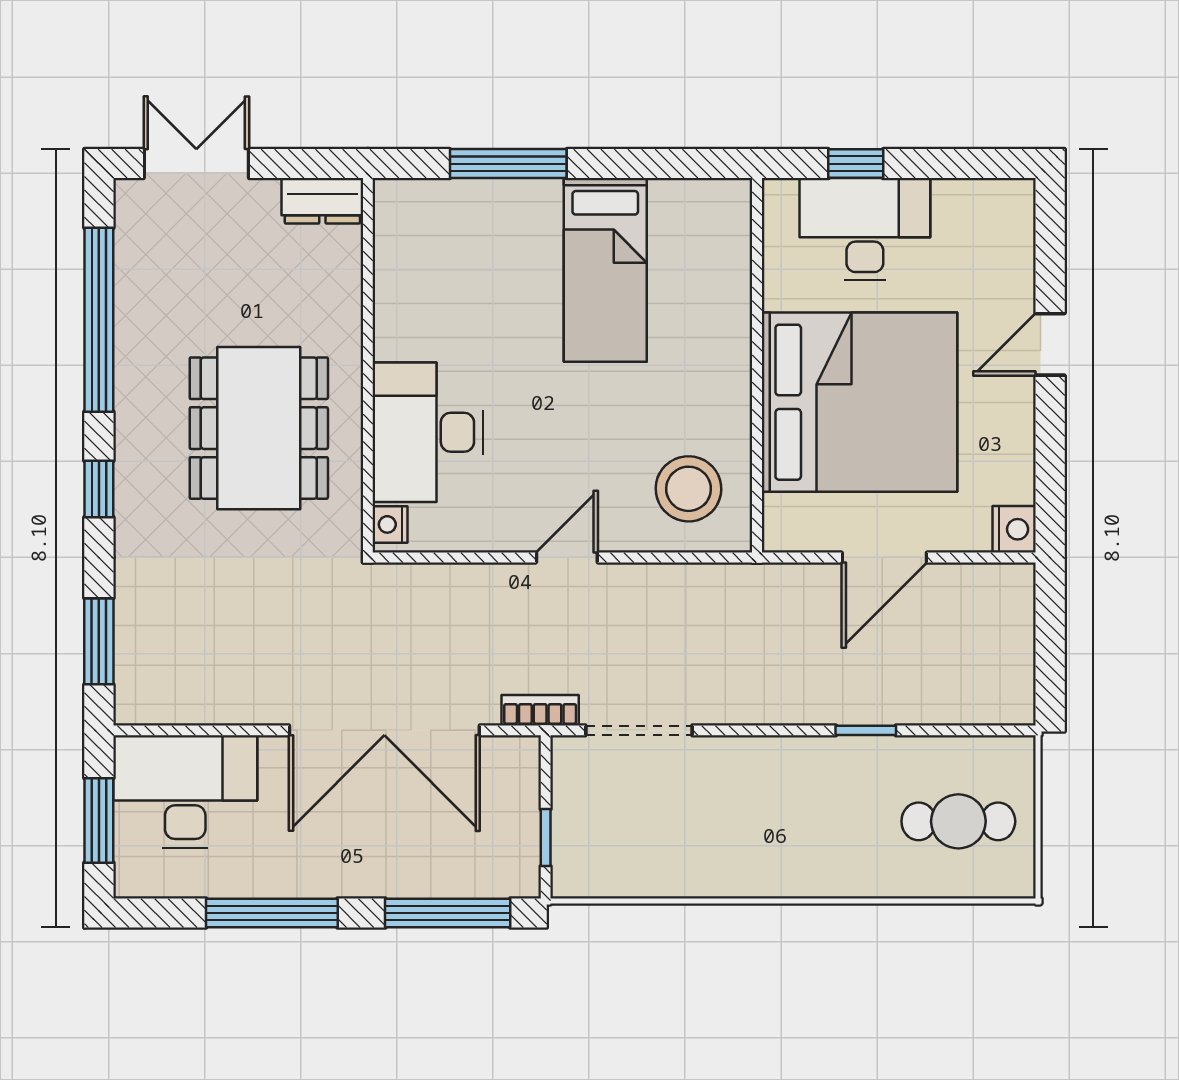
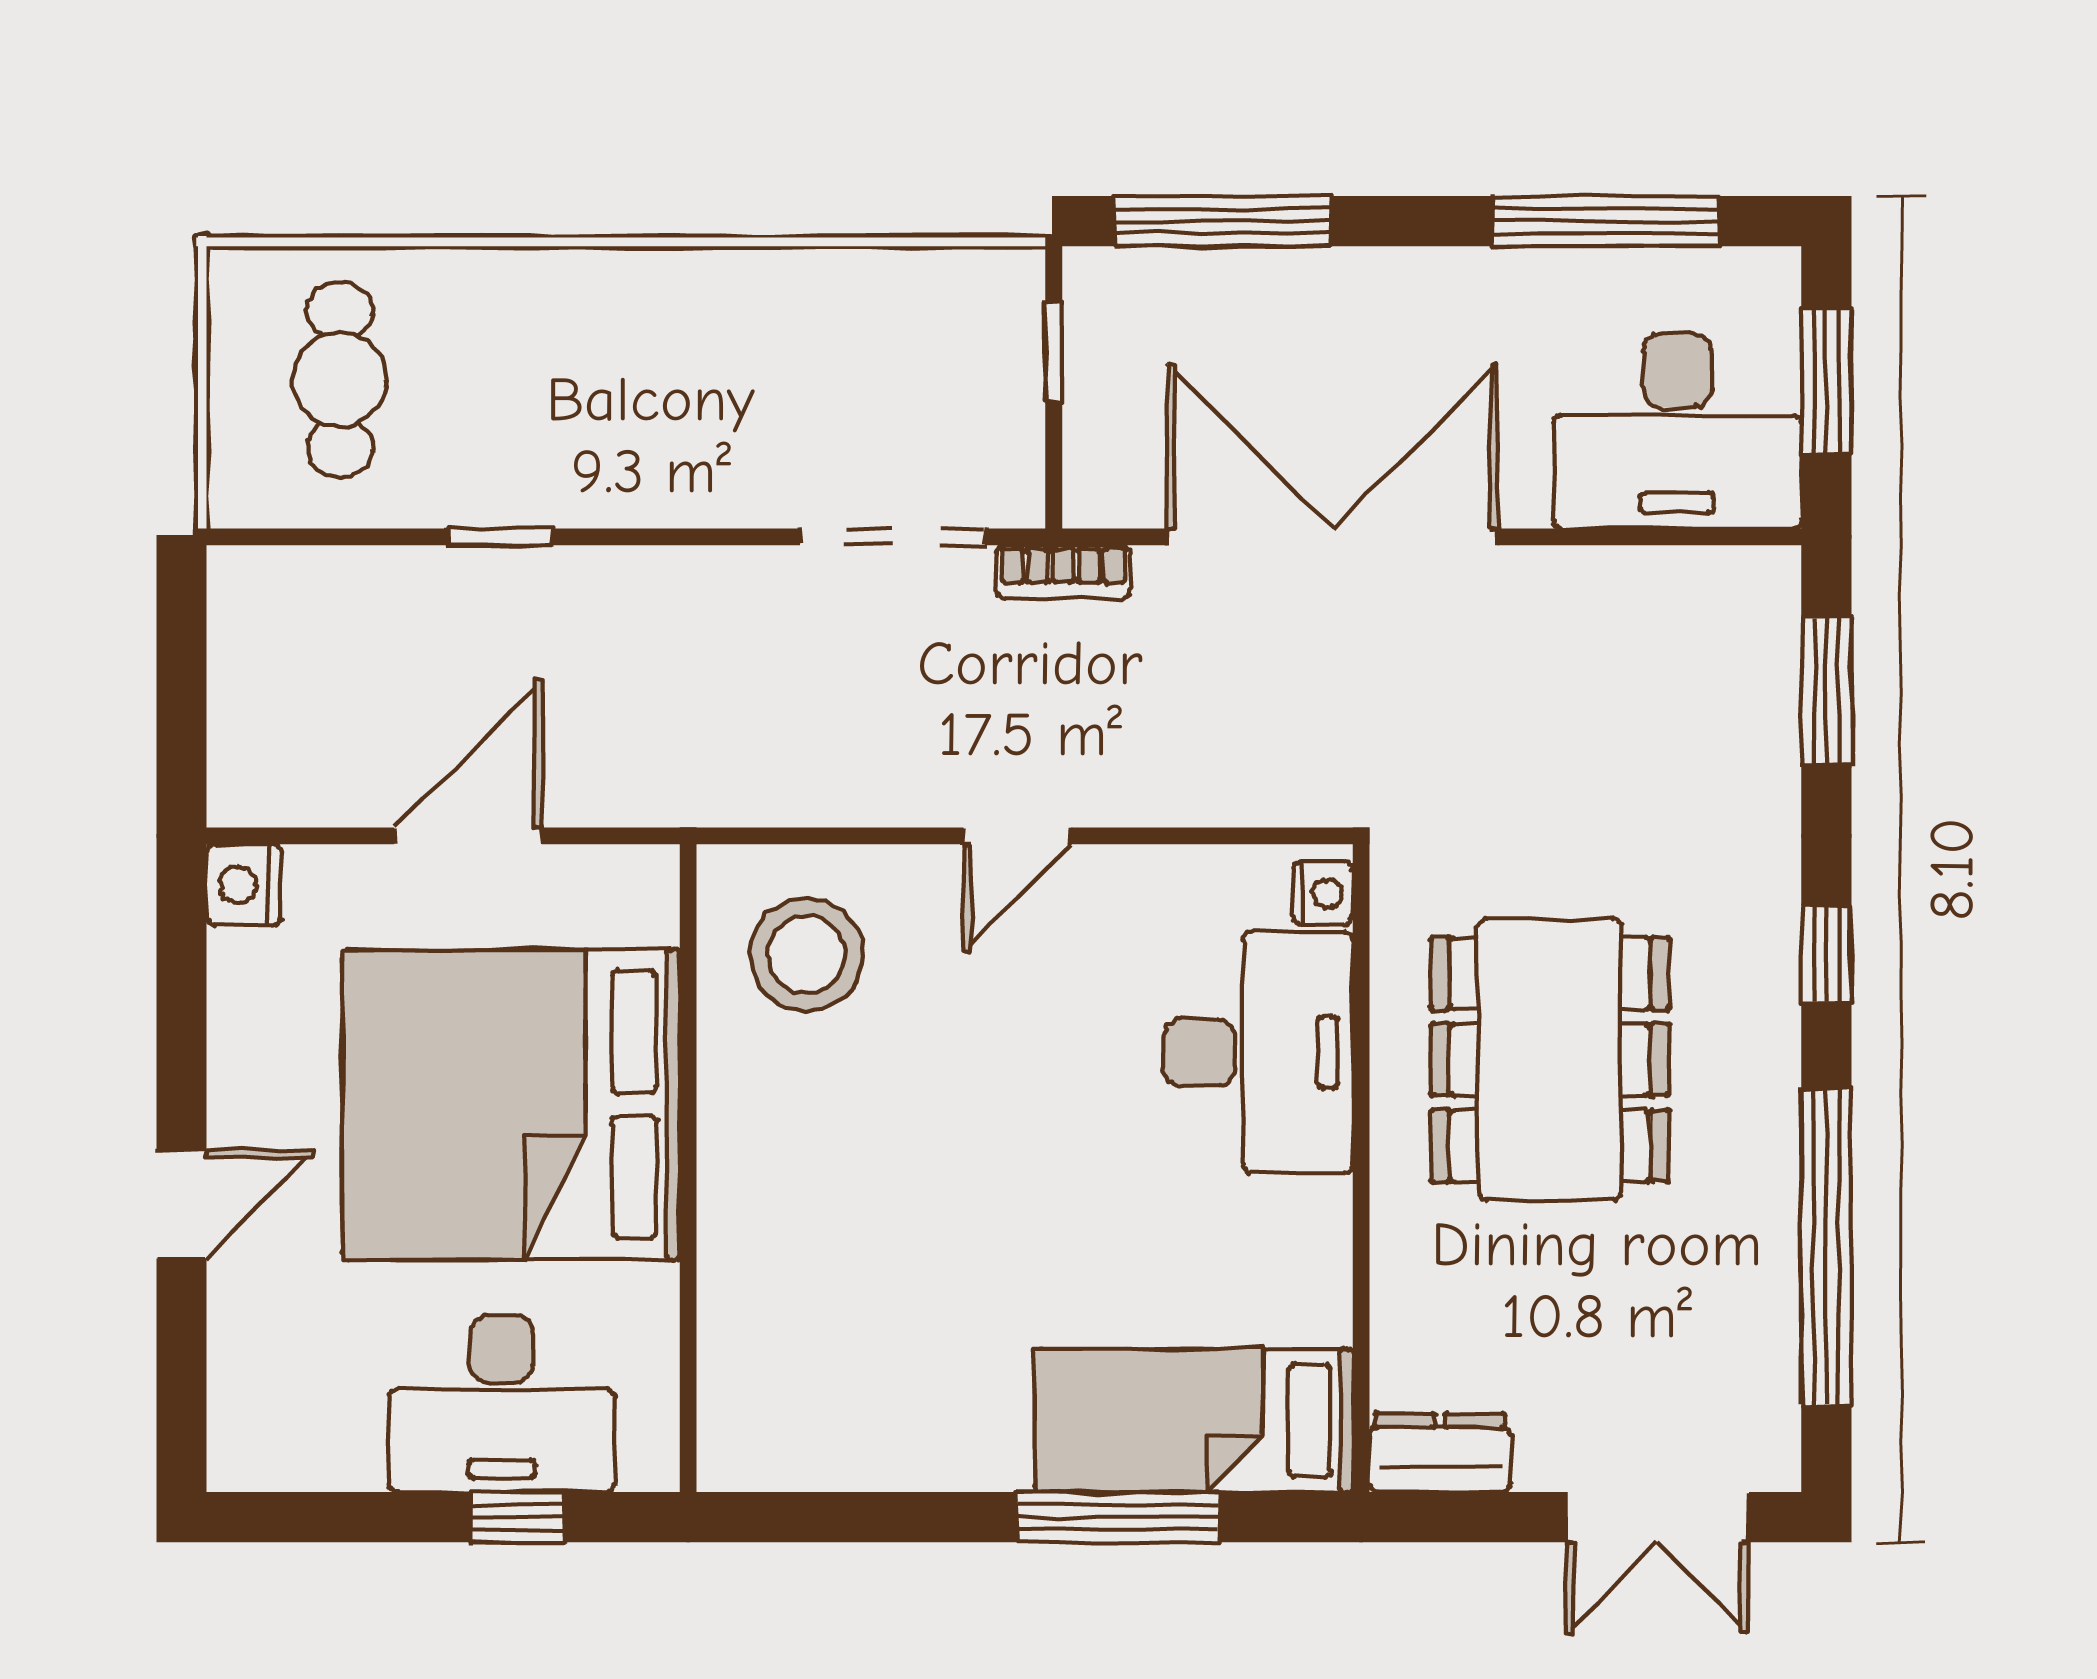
bed: (605, 270) -> (1194, 1421), moved, turned -90
cafe table: (958, 821) -> (340, 380), turned 90
window: (272, 913) -> (1606, 221), moved

